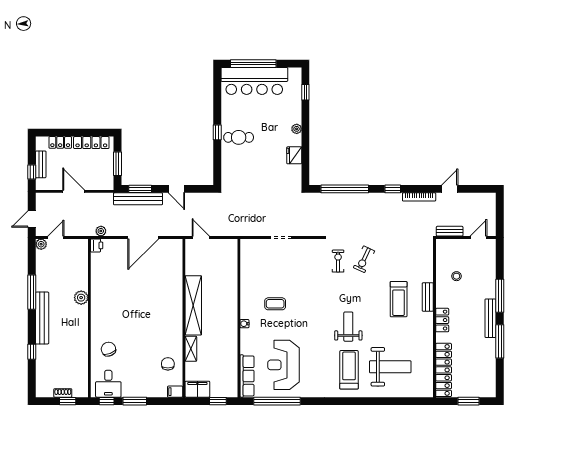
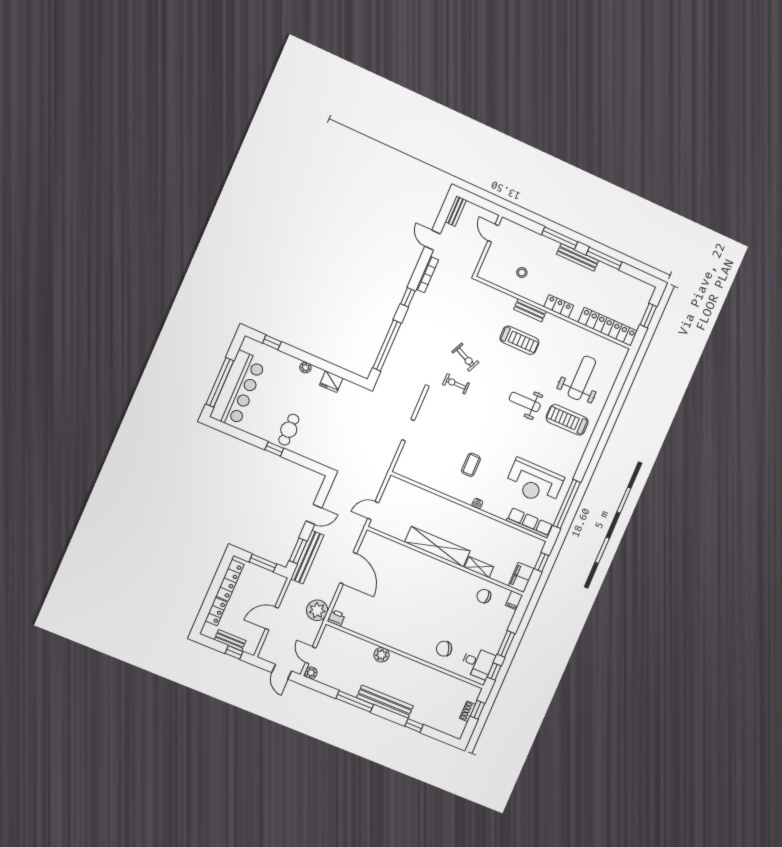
plant: (101, 231) -> (317, 610), width x1.87, depth x1.87
bench: (450, 231) -> (456, 211), moved

